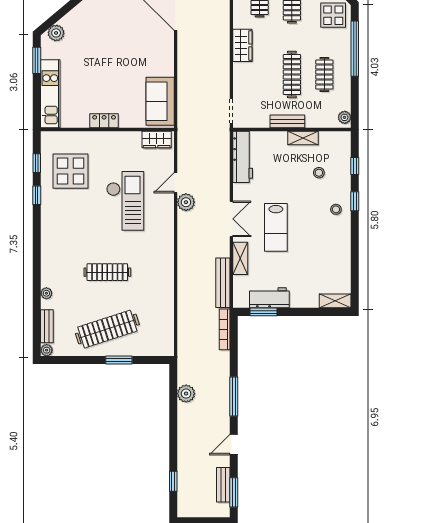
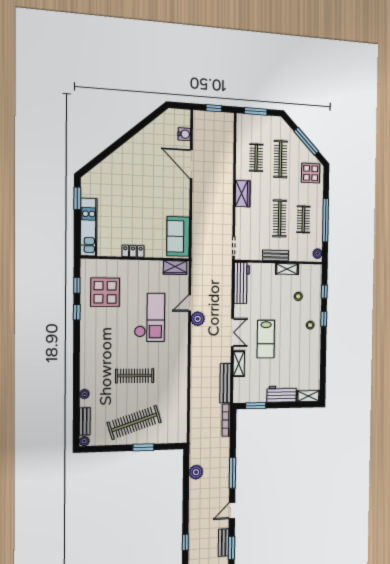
plant: (56, 33) -> (94, 176), removed
window: (355, 49) -> (325, 220), moved
workbench: (269, 298) -> (282, 394), moved

